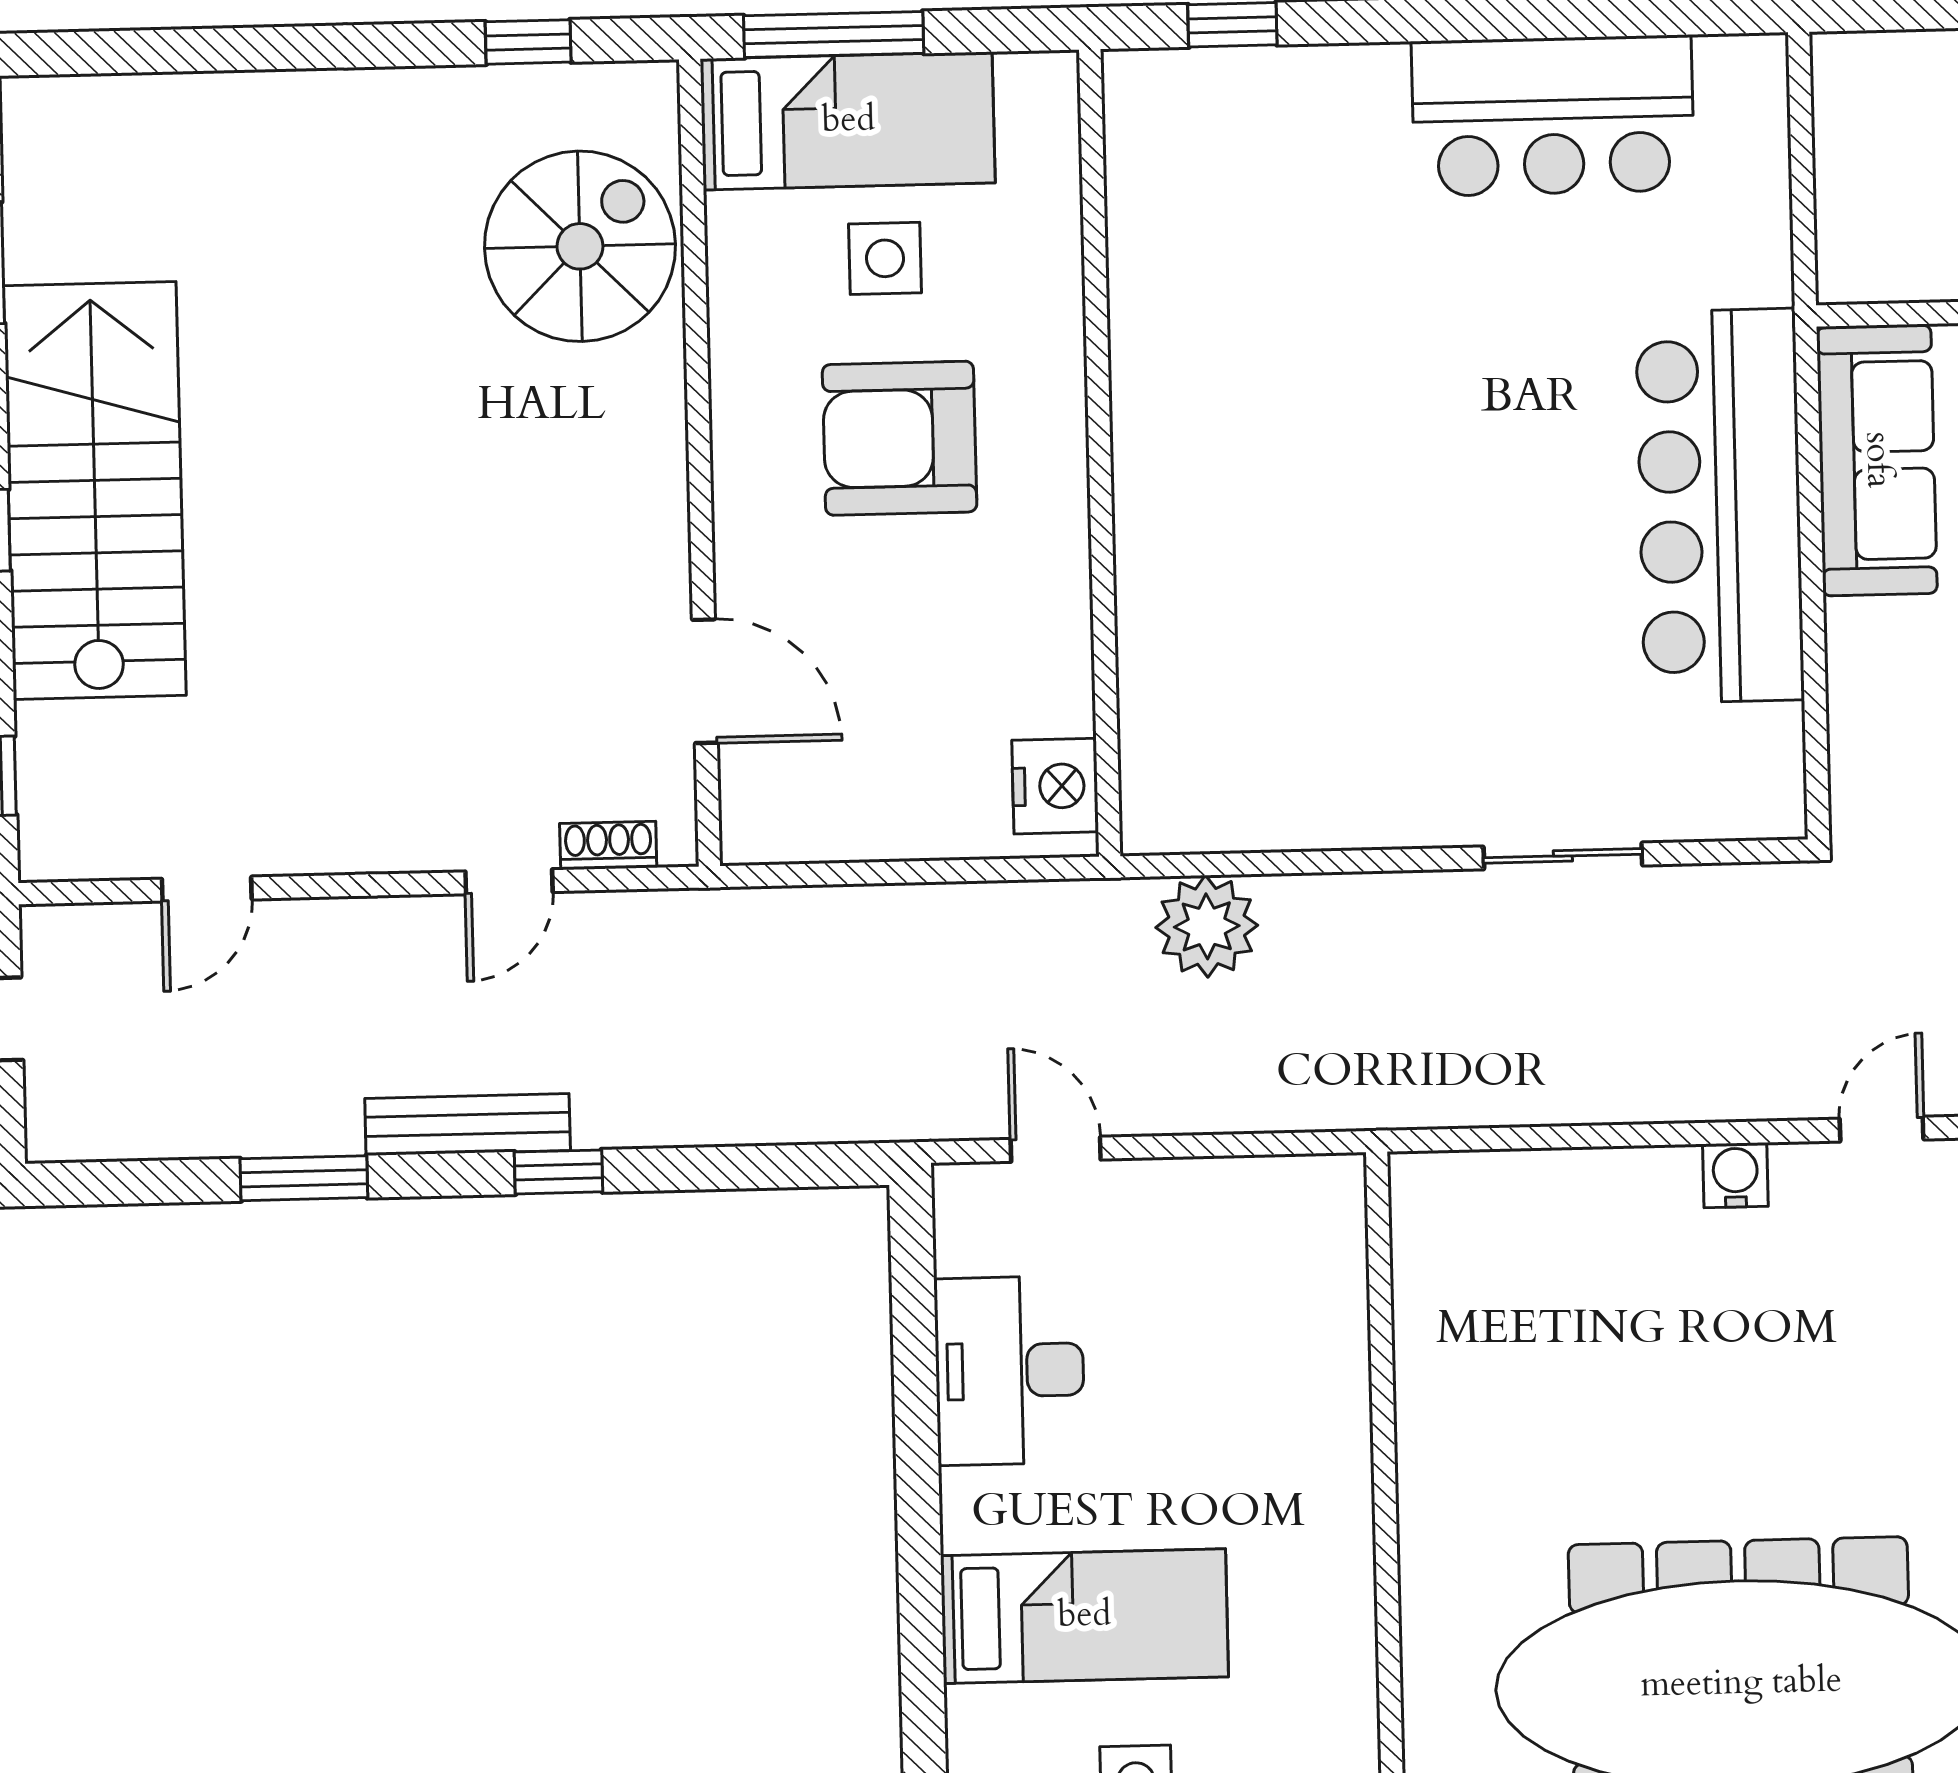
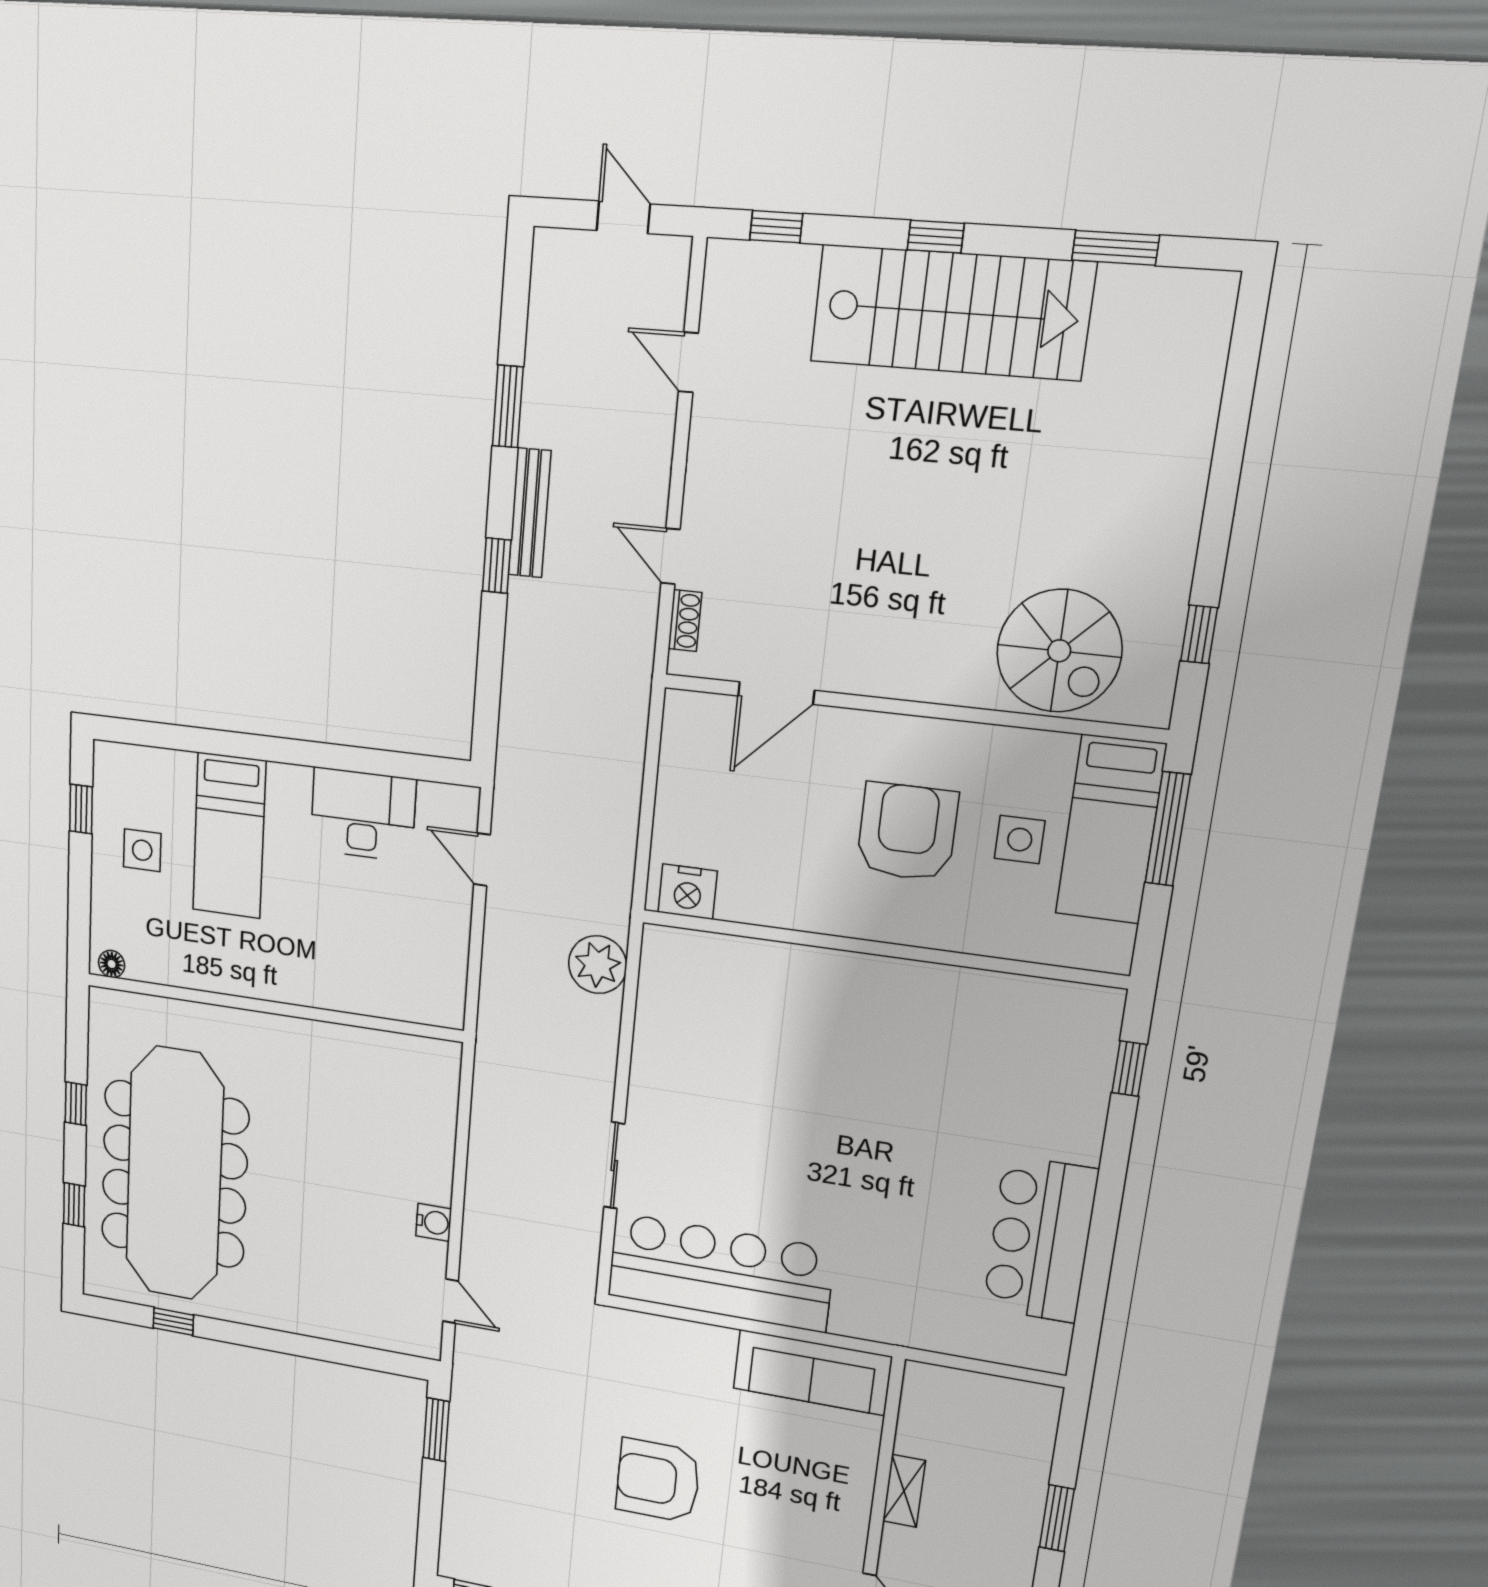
bar counter: (1720, 506) -> (720, 1272), moved
door: (1056, 1149) -> (482, 860), swing flipped

